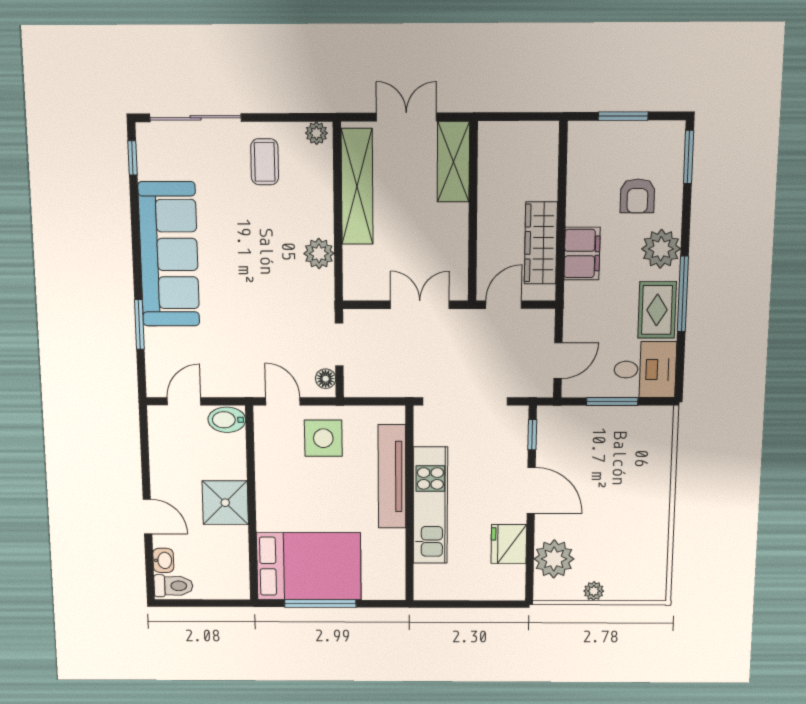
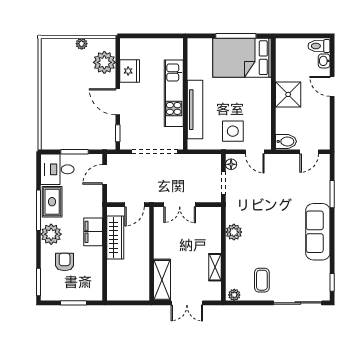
shelving: (357, 187) -> (215, 267), width x0.45, depth x0.75
sofa: (169, 254) -> (318, 232), width x0.74, depth x0.79

